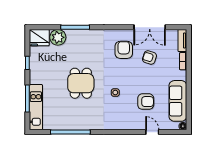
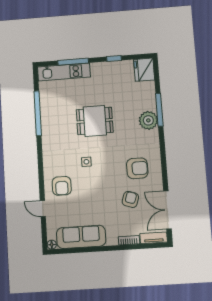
double door: (150, 27) -> (167, 210), moved
plant: (58, 37) -> (148, 120), moved
armchair: (146, 102) -> (62, 186), moved
door: (152, 132) -> (43, 209), swing flipped

